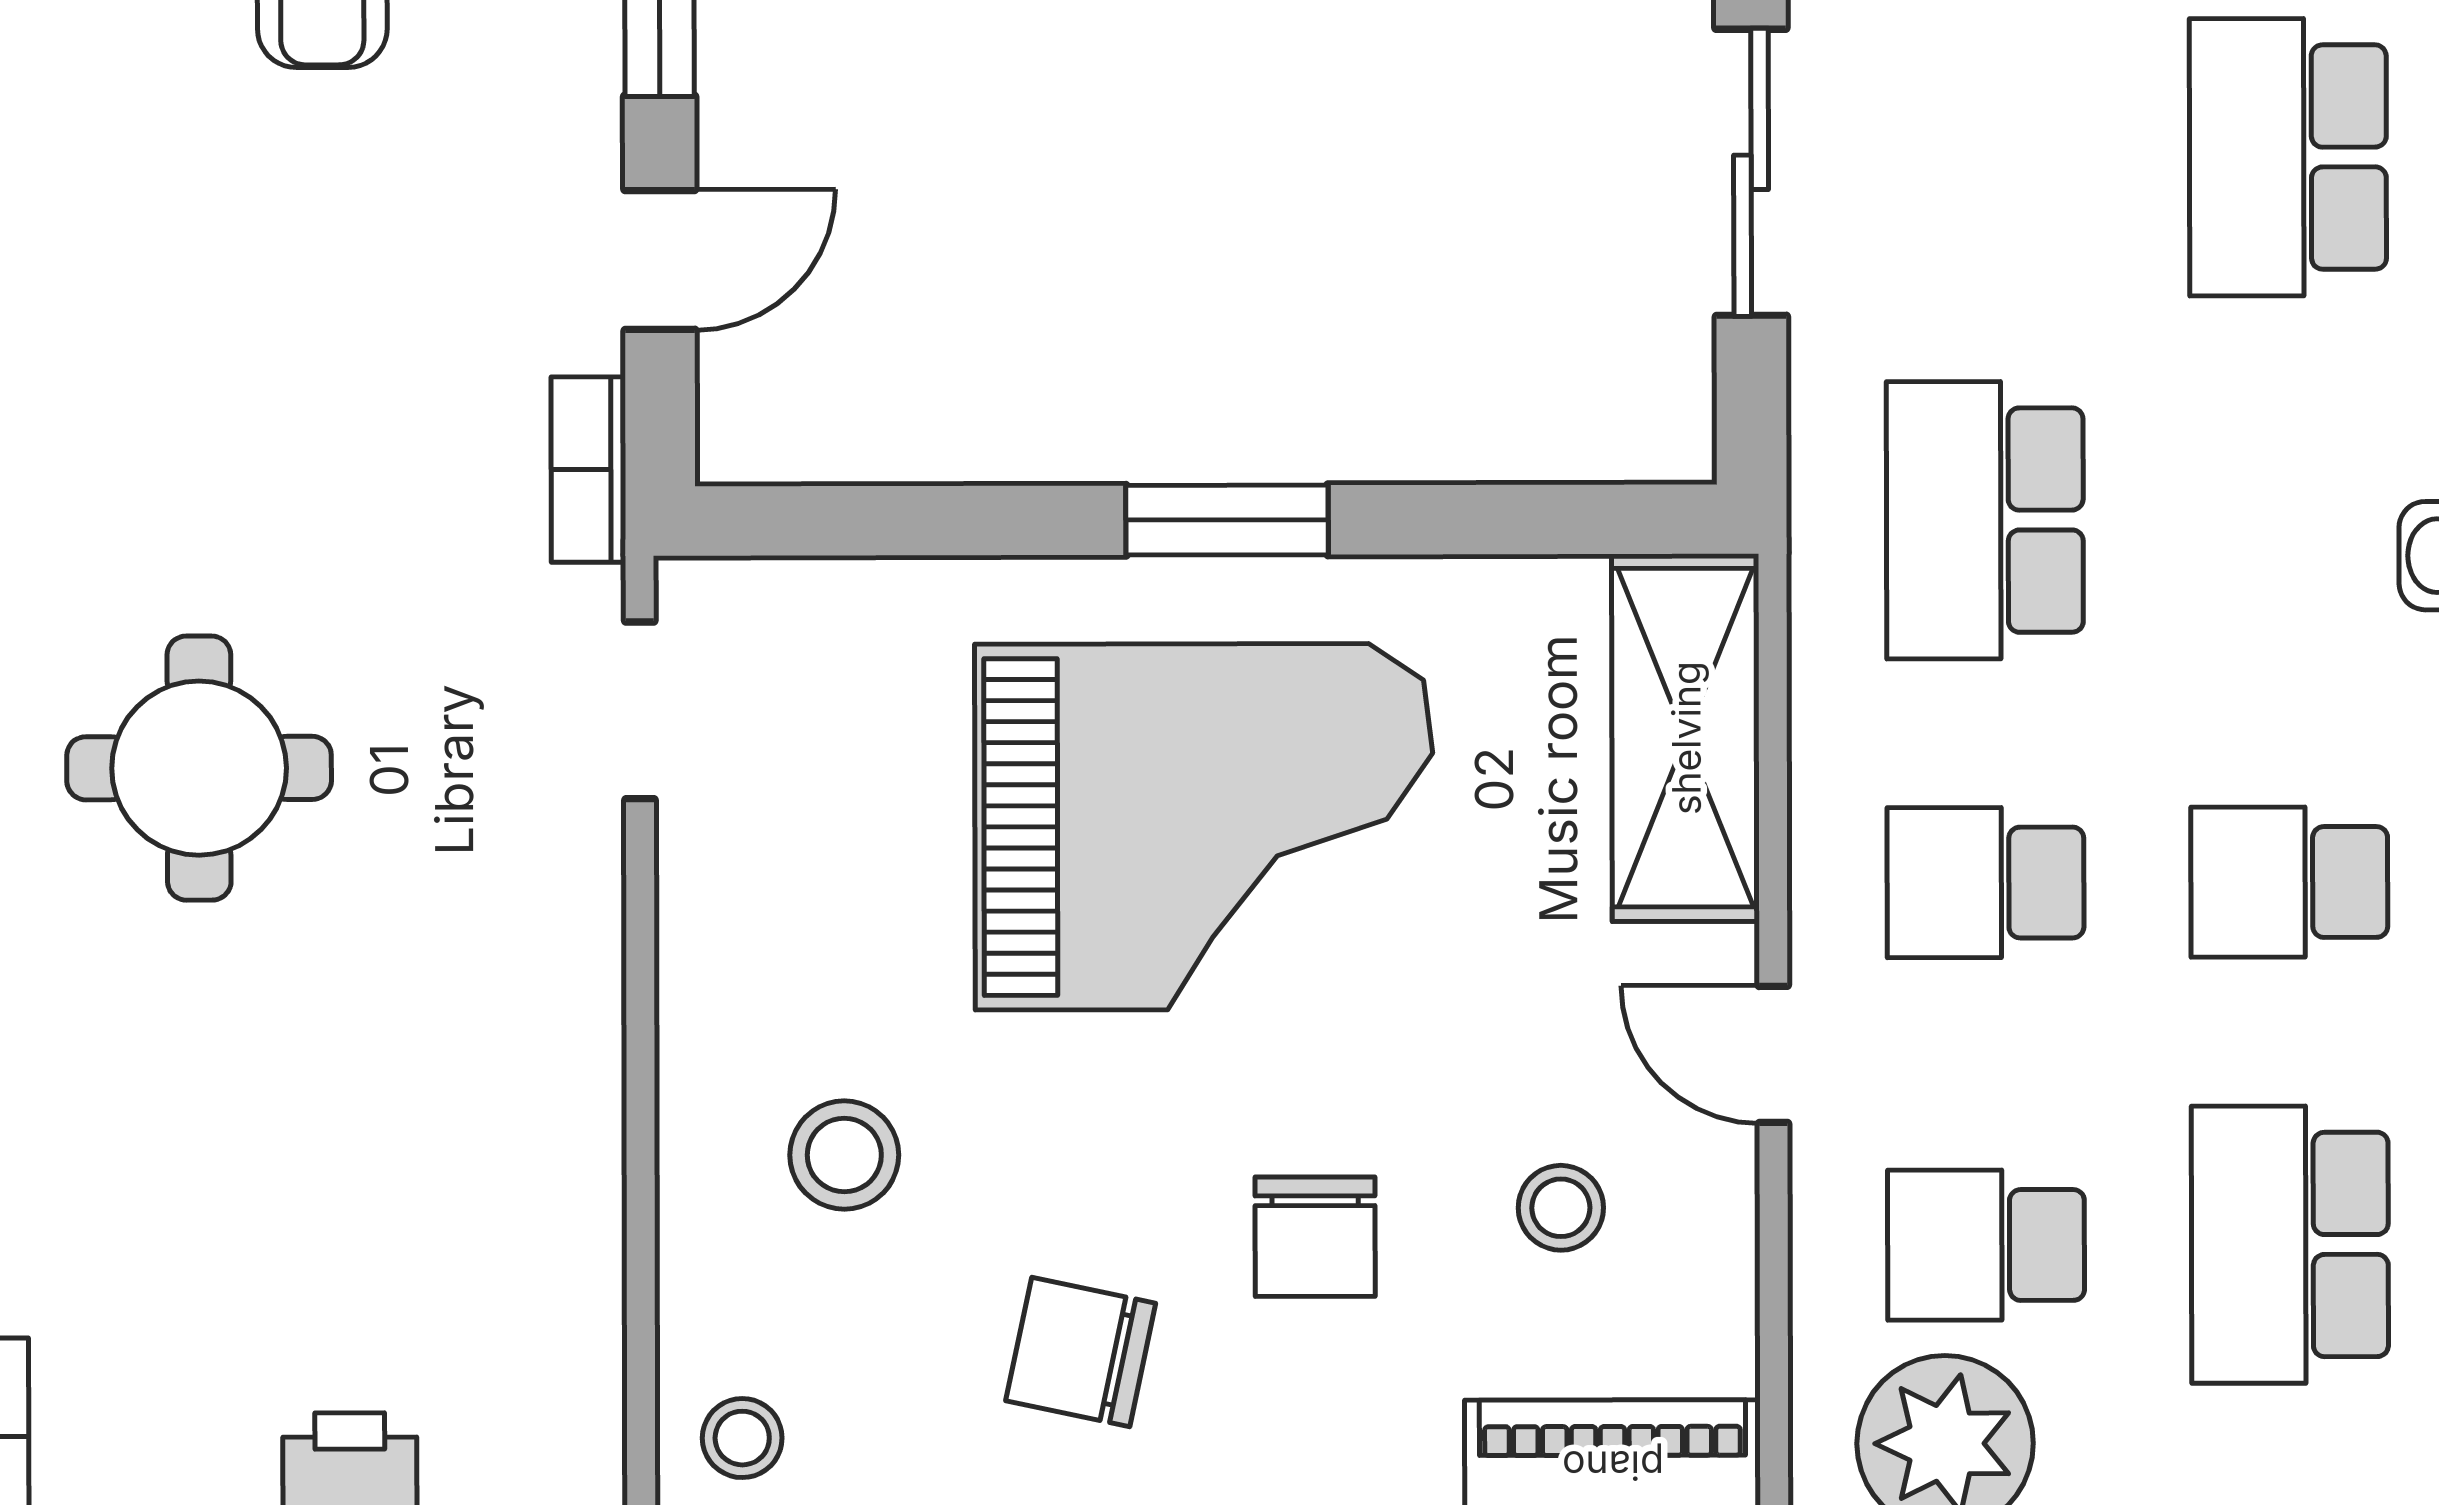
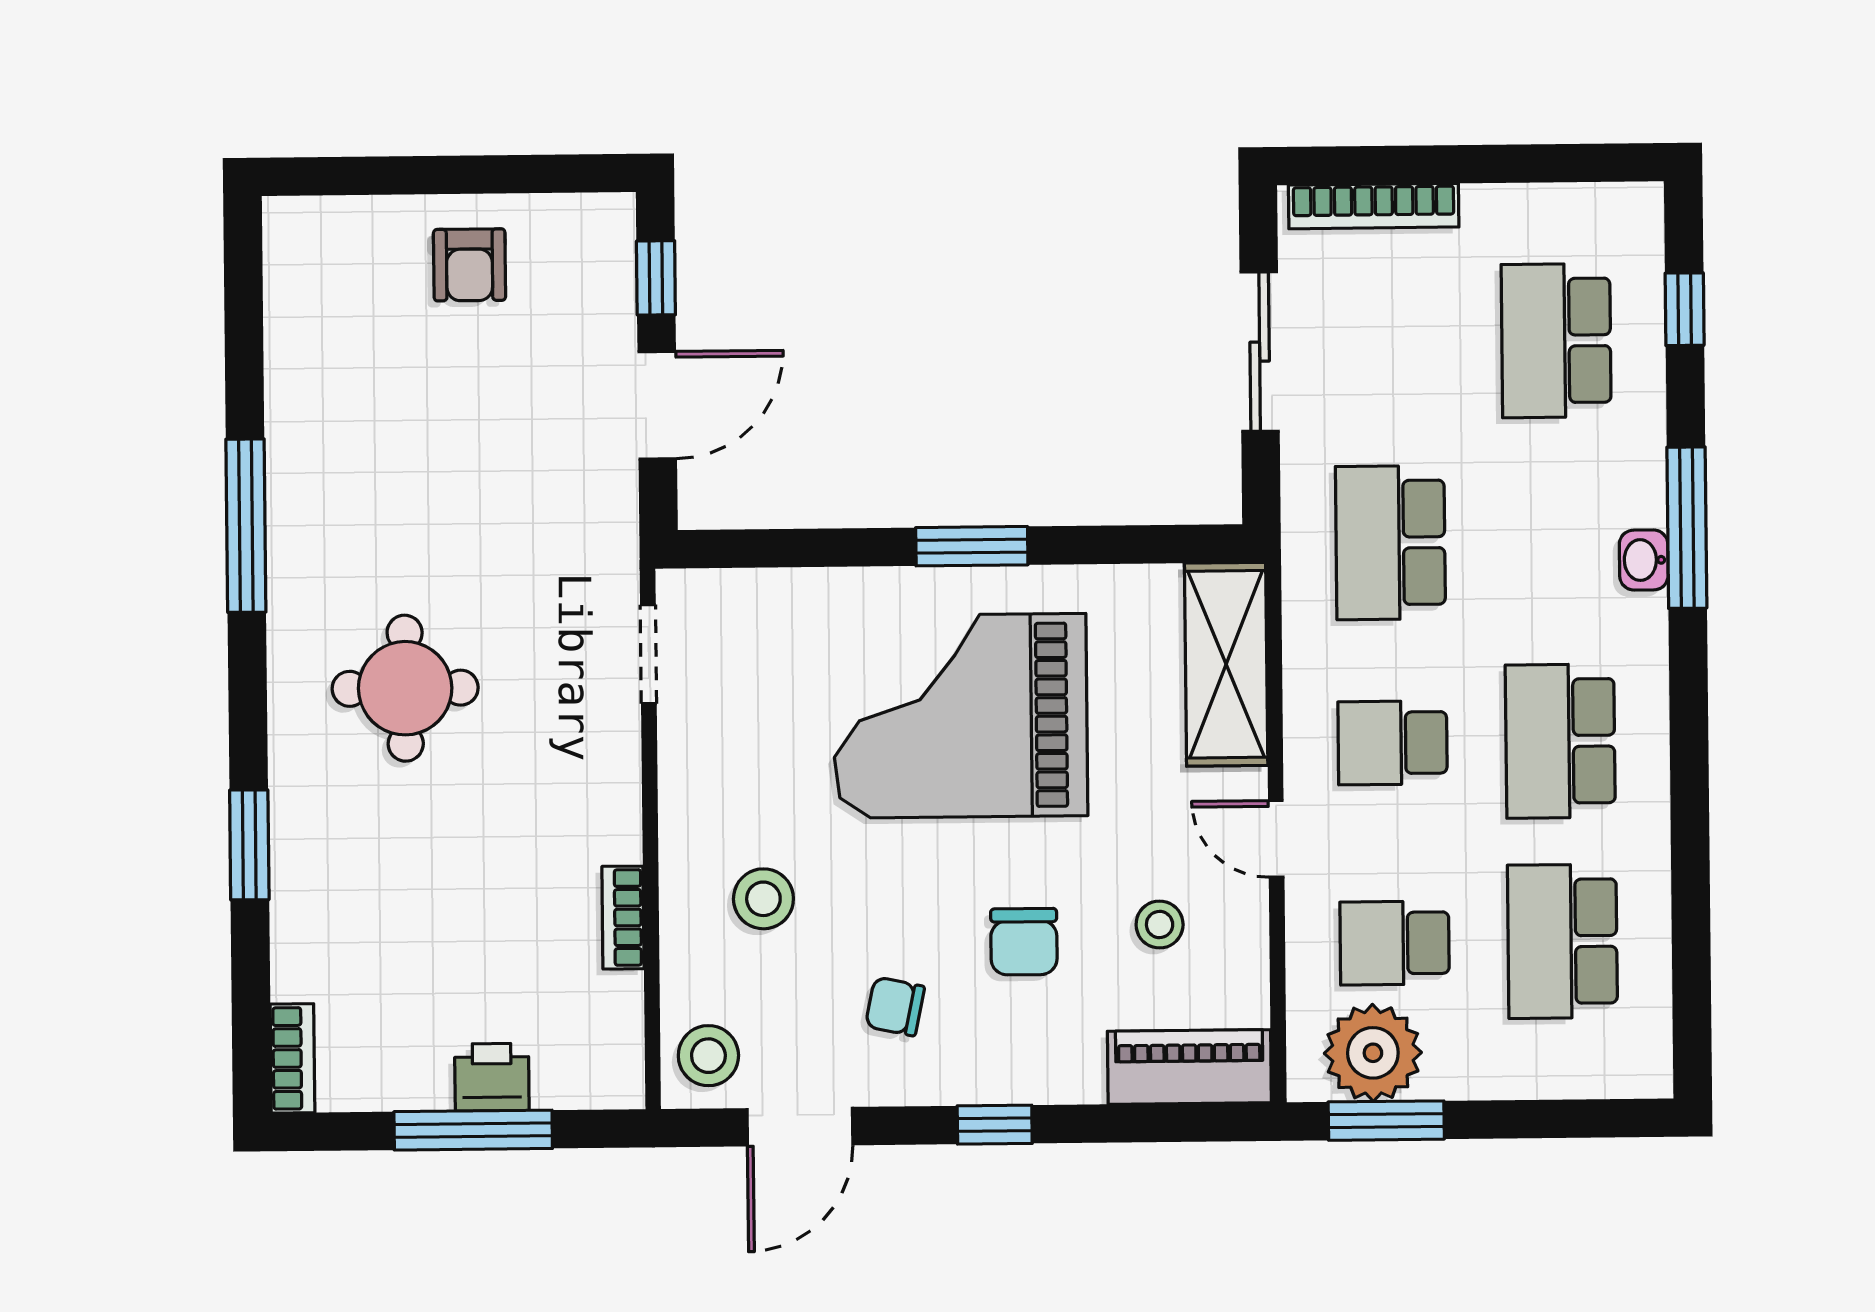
door: (660, 260) -> (657, 405), width x1.38
bookcase: (588, 470) -> (623, 918), moved
grand piano: (1204, 827) -> (960, 716), turned 180
school desk: (2289, 882) -> (1560, 741), width x1.85
chair: (1081, 1352) -> (895, 1006), width x0.73, depth x0.73
stool: (742, 1438) -> (708, 1056), width x1.37, depth x1.37

